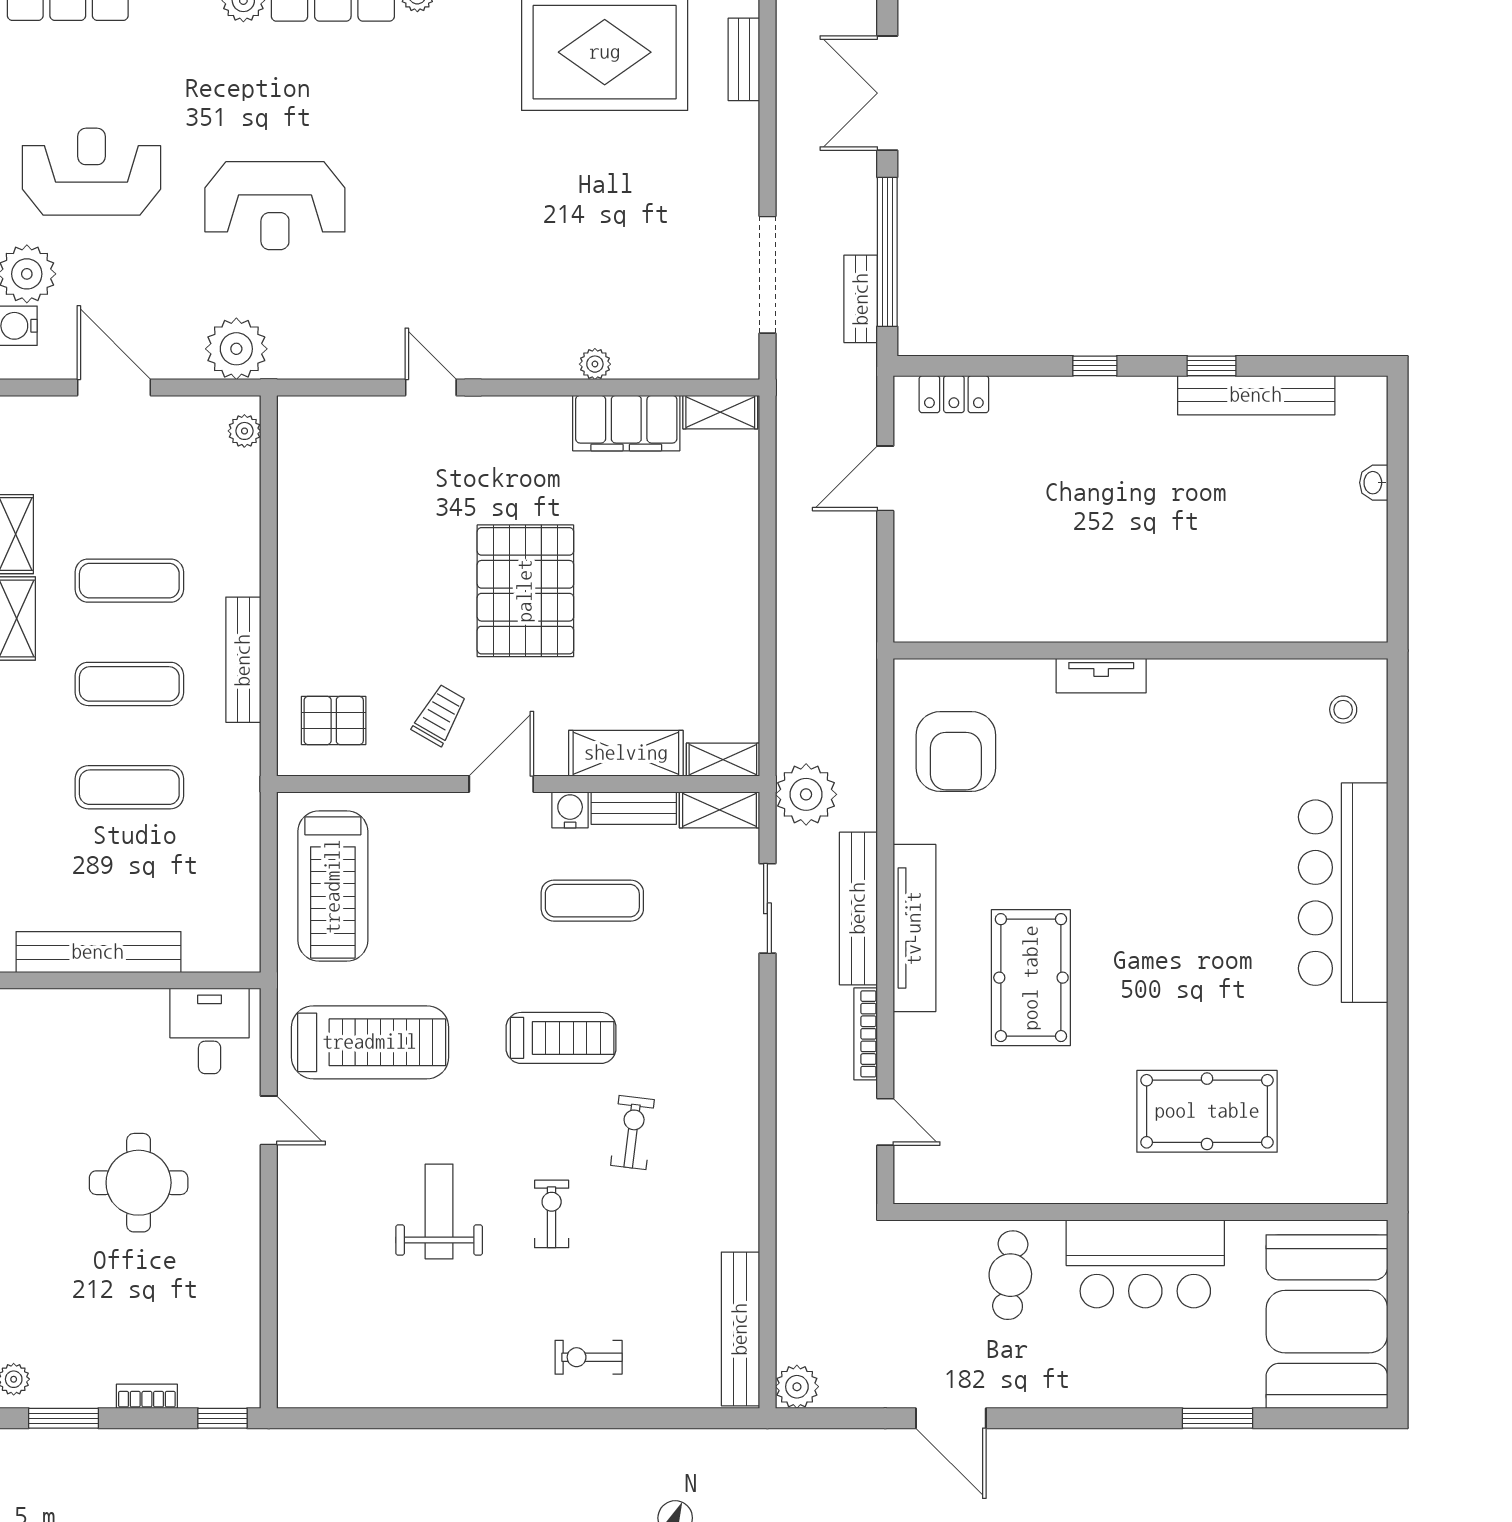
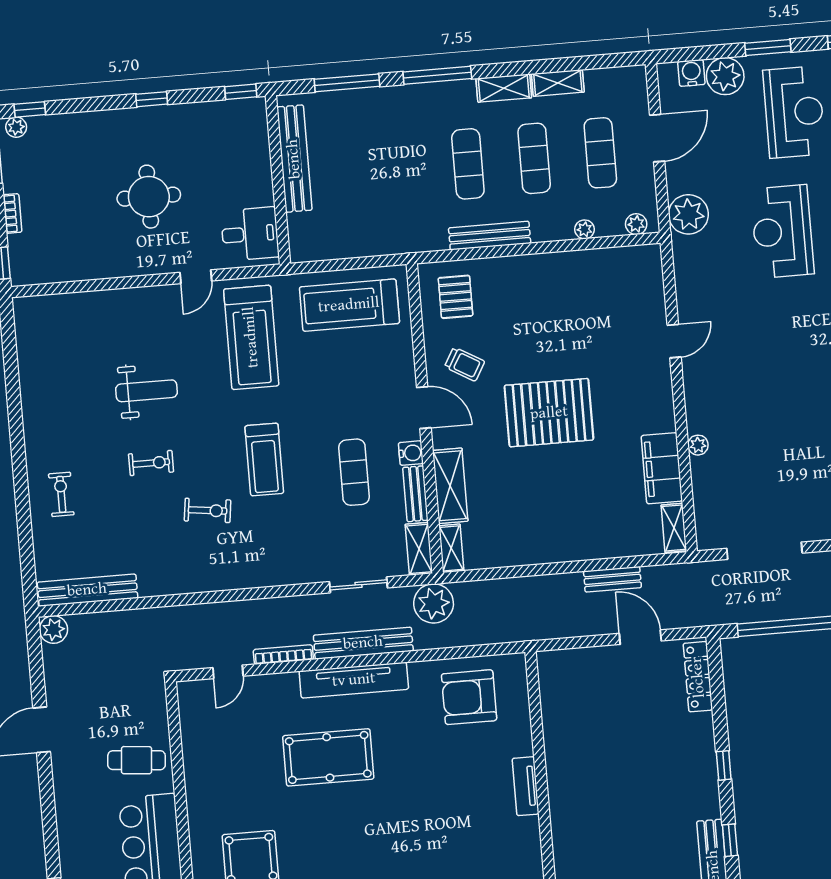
bench: (861, 299) -> (612, 579), moved
locker: (954, 394) -> (698, 677), width x1.53
plant: (246, 512) -> (585, 229), added
exercise mat: (129, 787) -> (600, 153), moved

